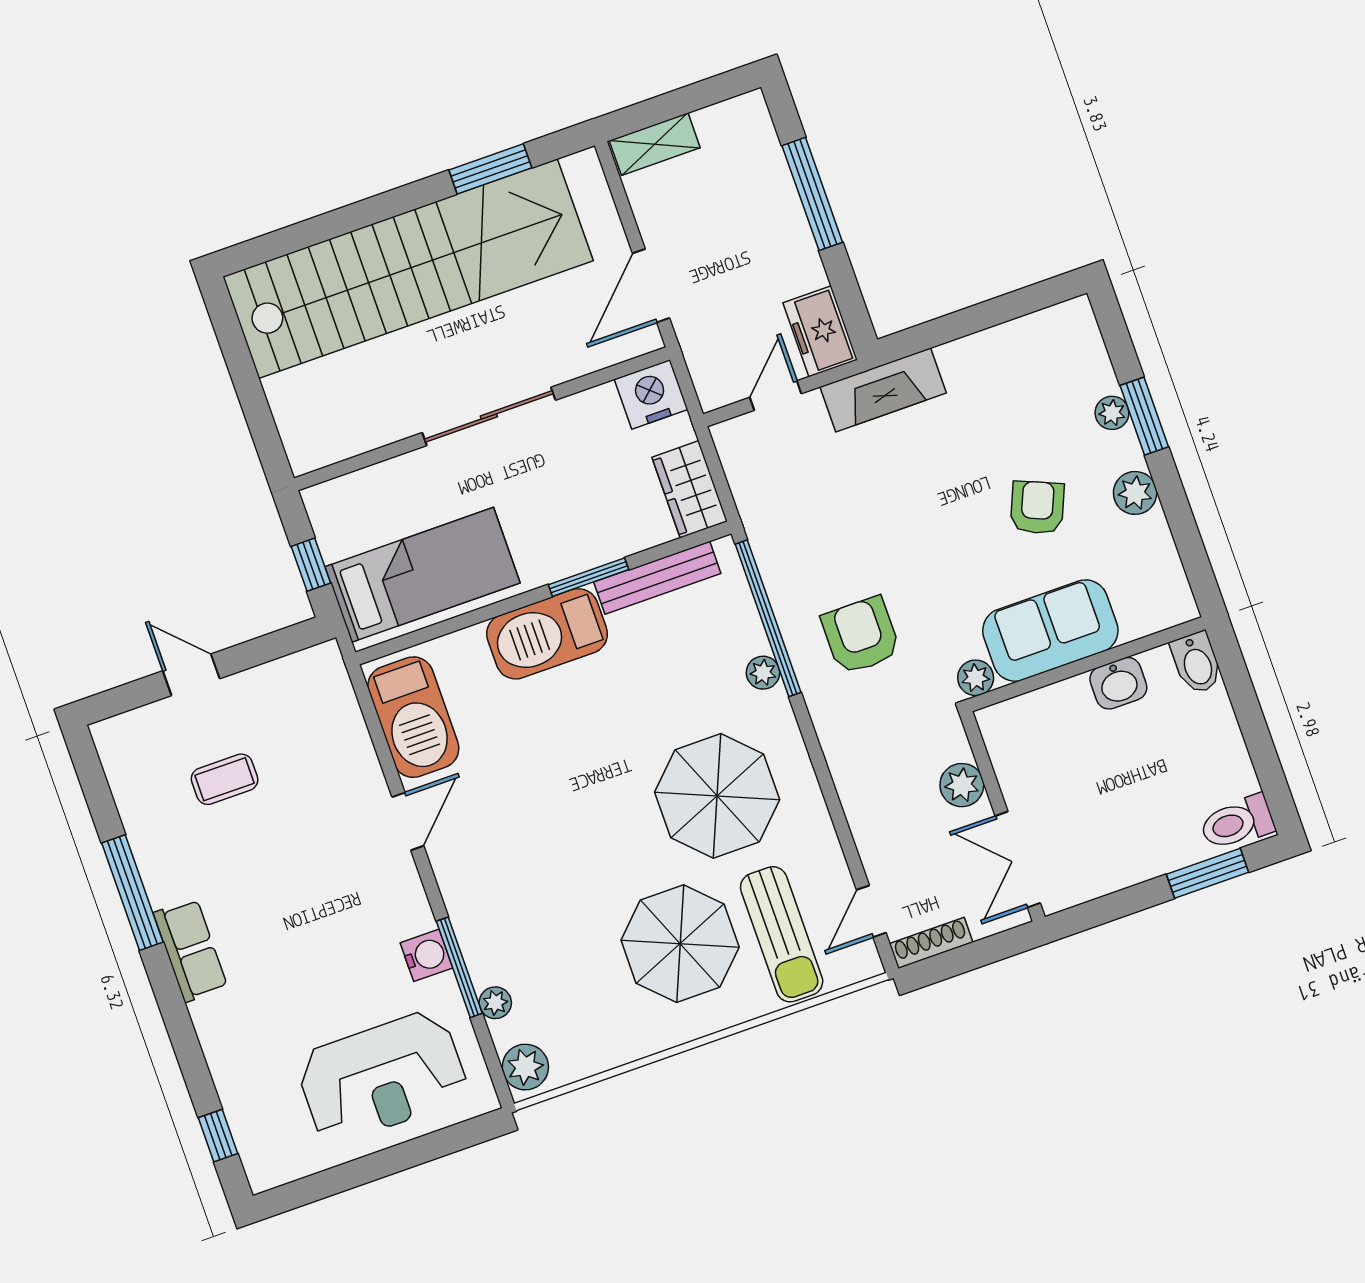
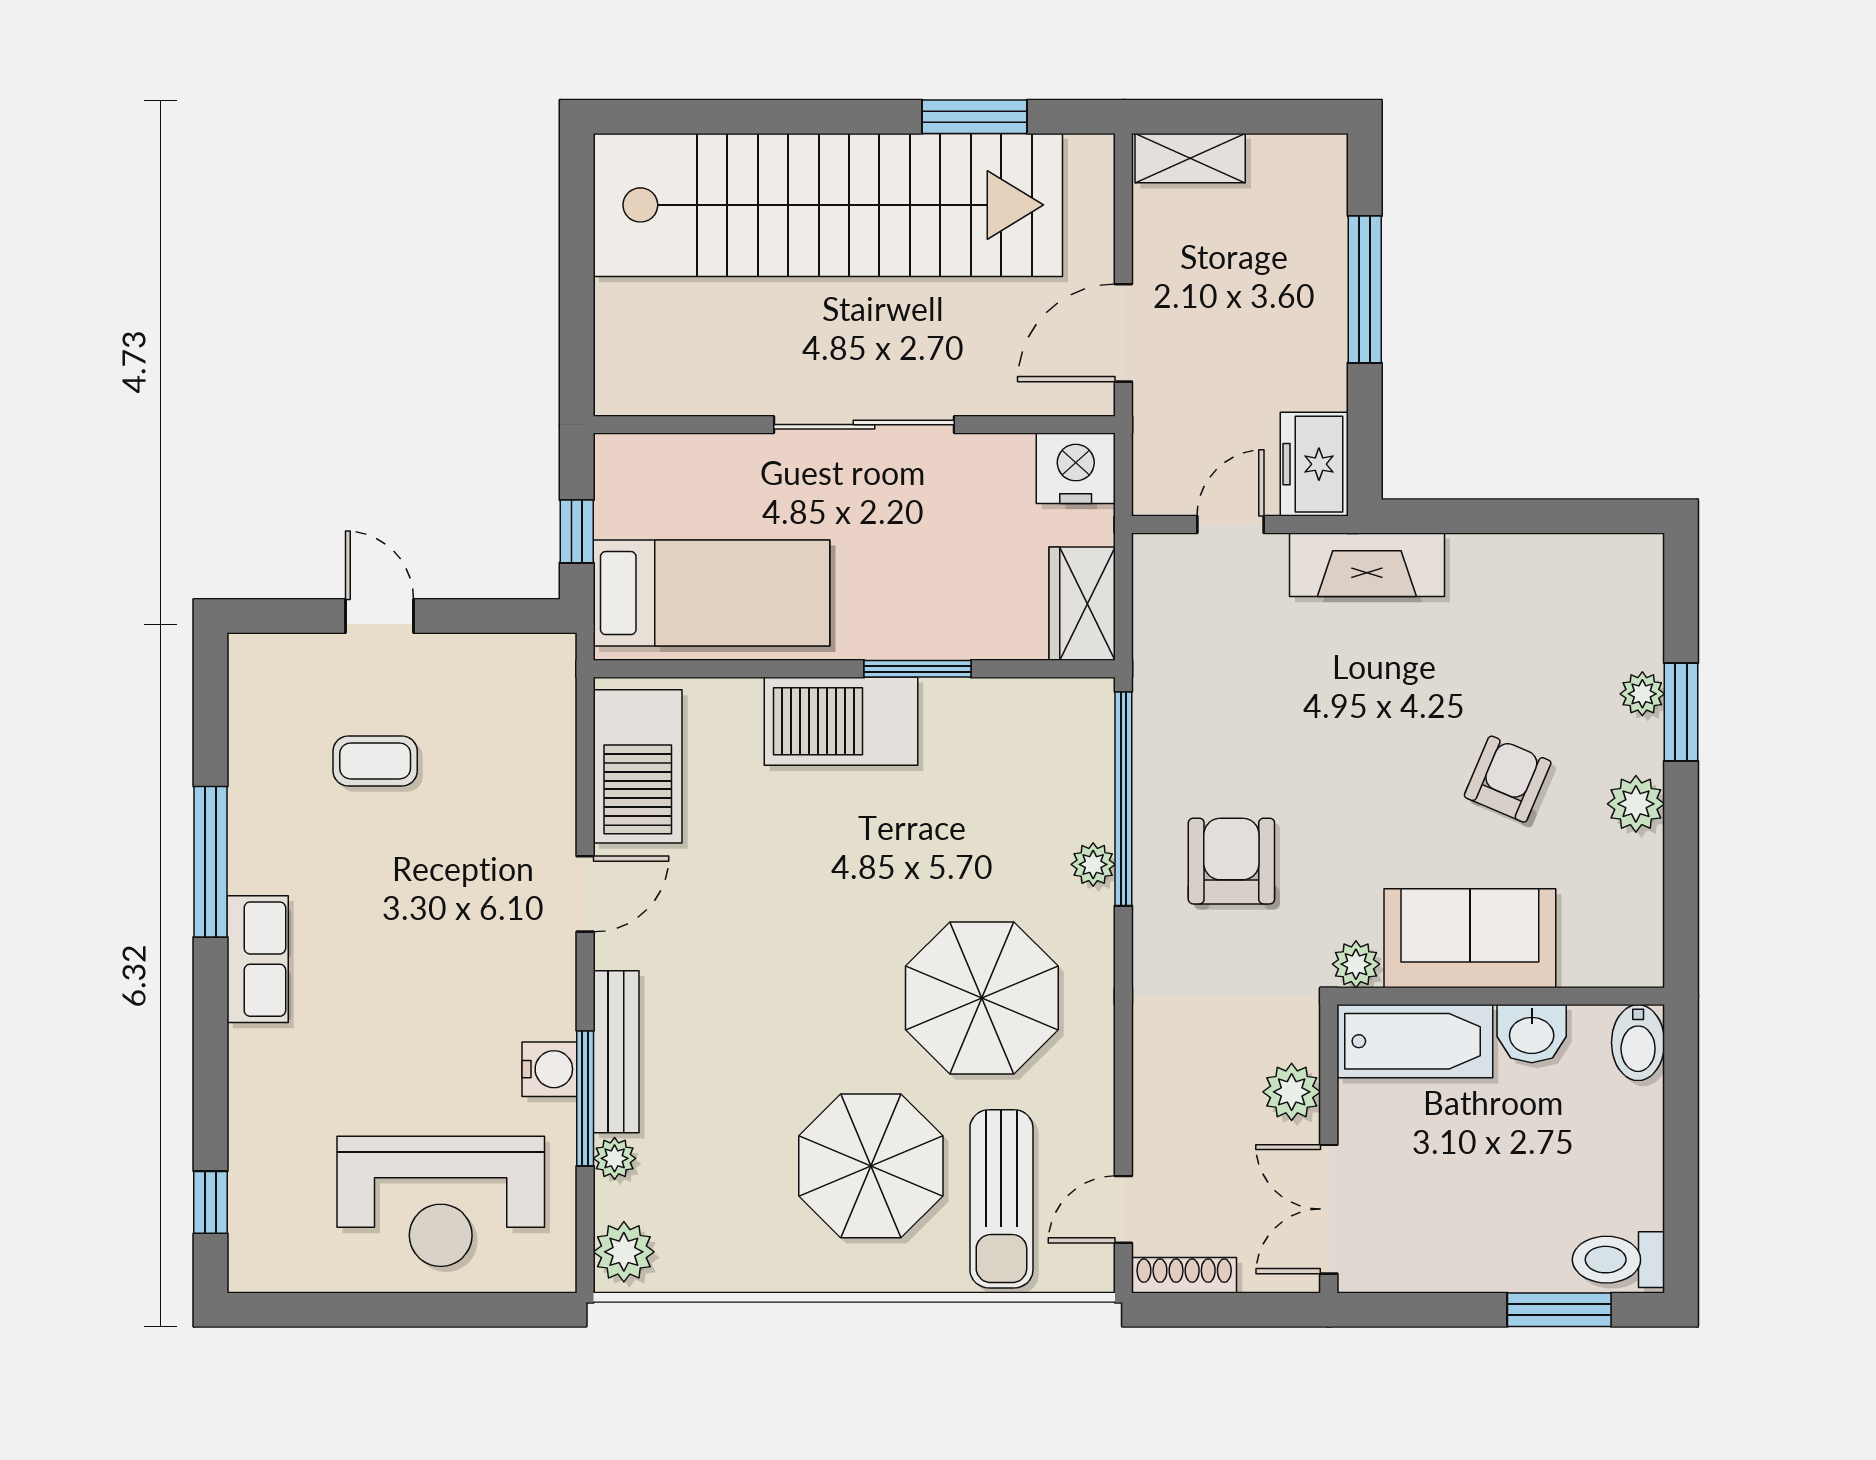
bench: (657, 578) -> (616, 1052), moved, turned 90
bathtub: (1037, 718) -> (1415, 1041), added

